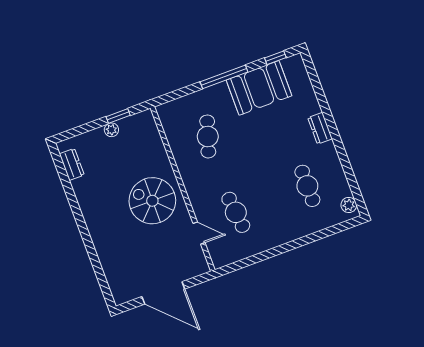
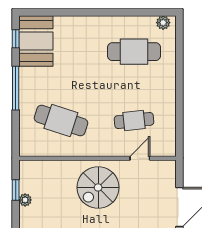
booth: (259, 88) -> (36, 41), moved
dresser: (320, 128) -> (89, 23), removed
cafe table: (208, 136) -> (61, 121), width x1.37, depth x1.35
cafe table: (307, 186) -> (134, 52), width x1.37, depth x1.35

